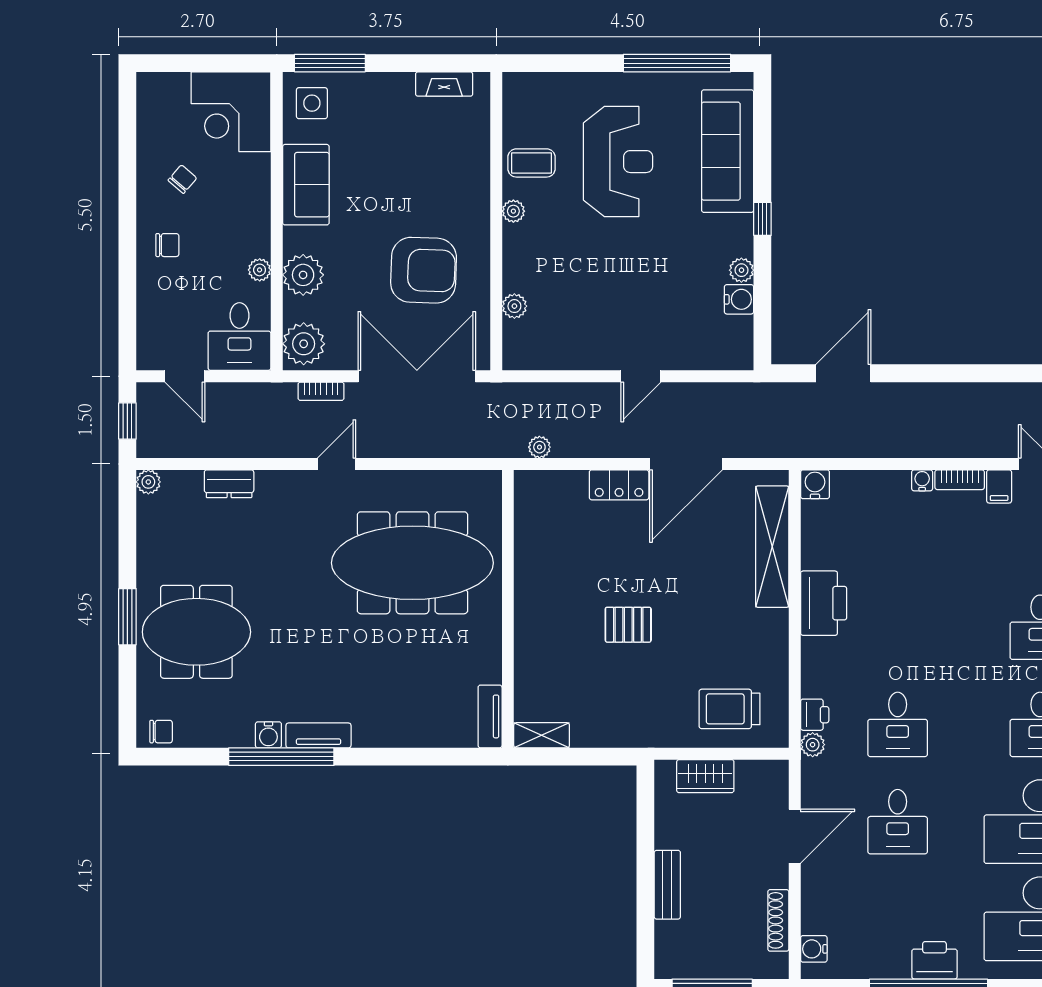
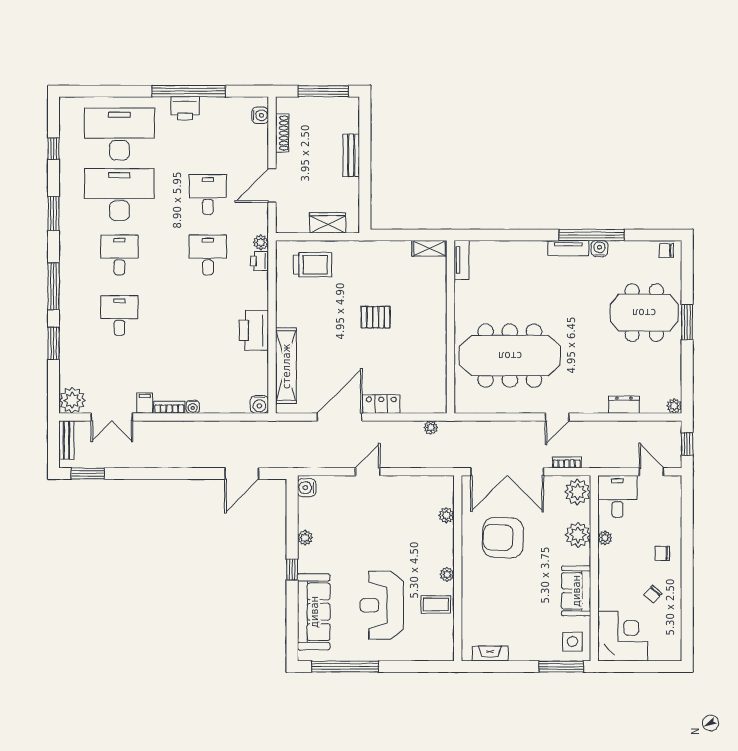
water cooler: (739, 299) -> (307, 488), moved

